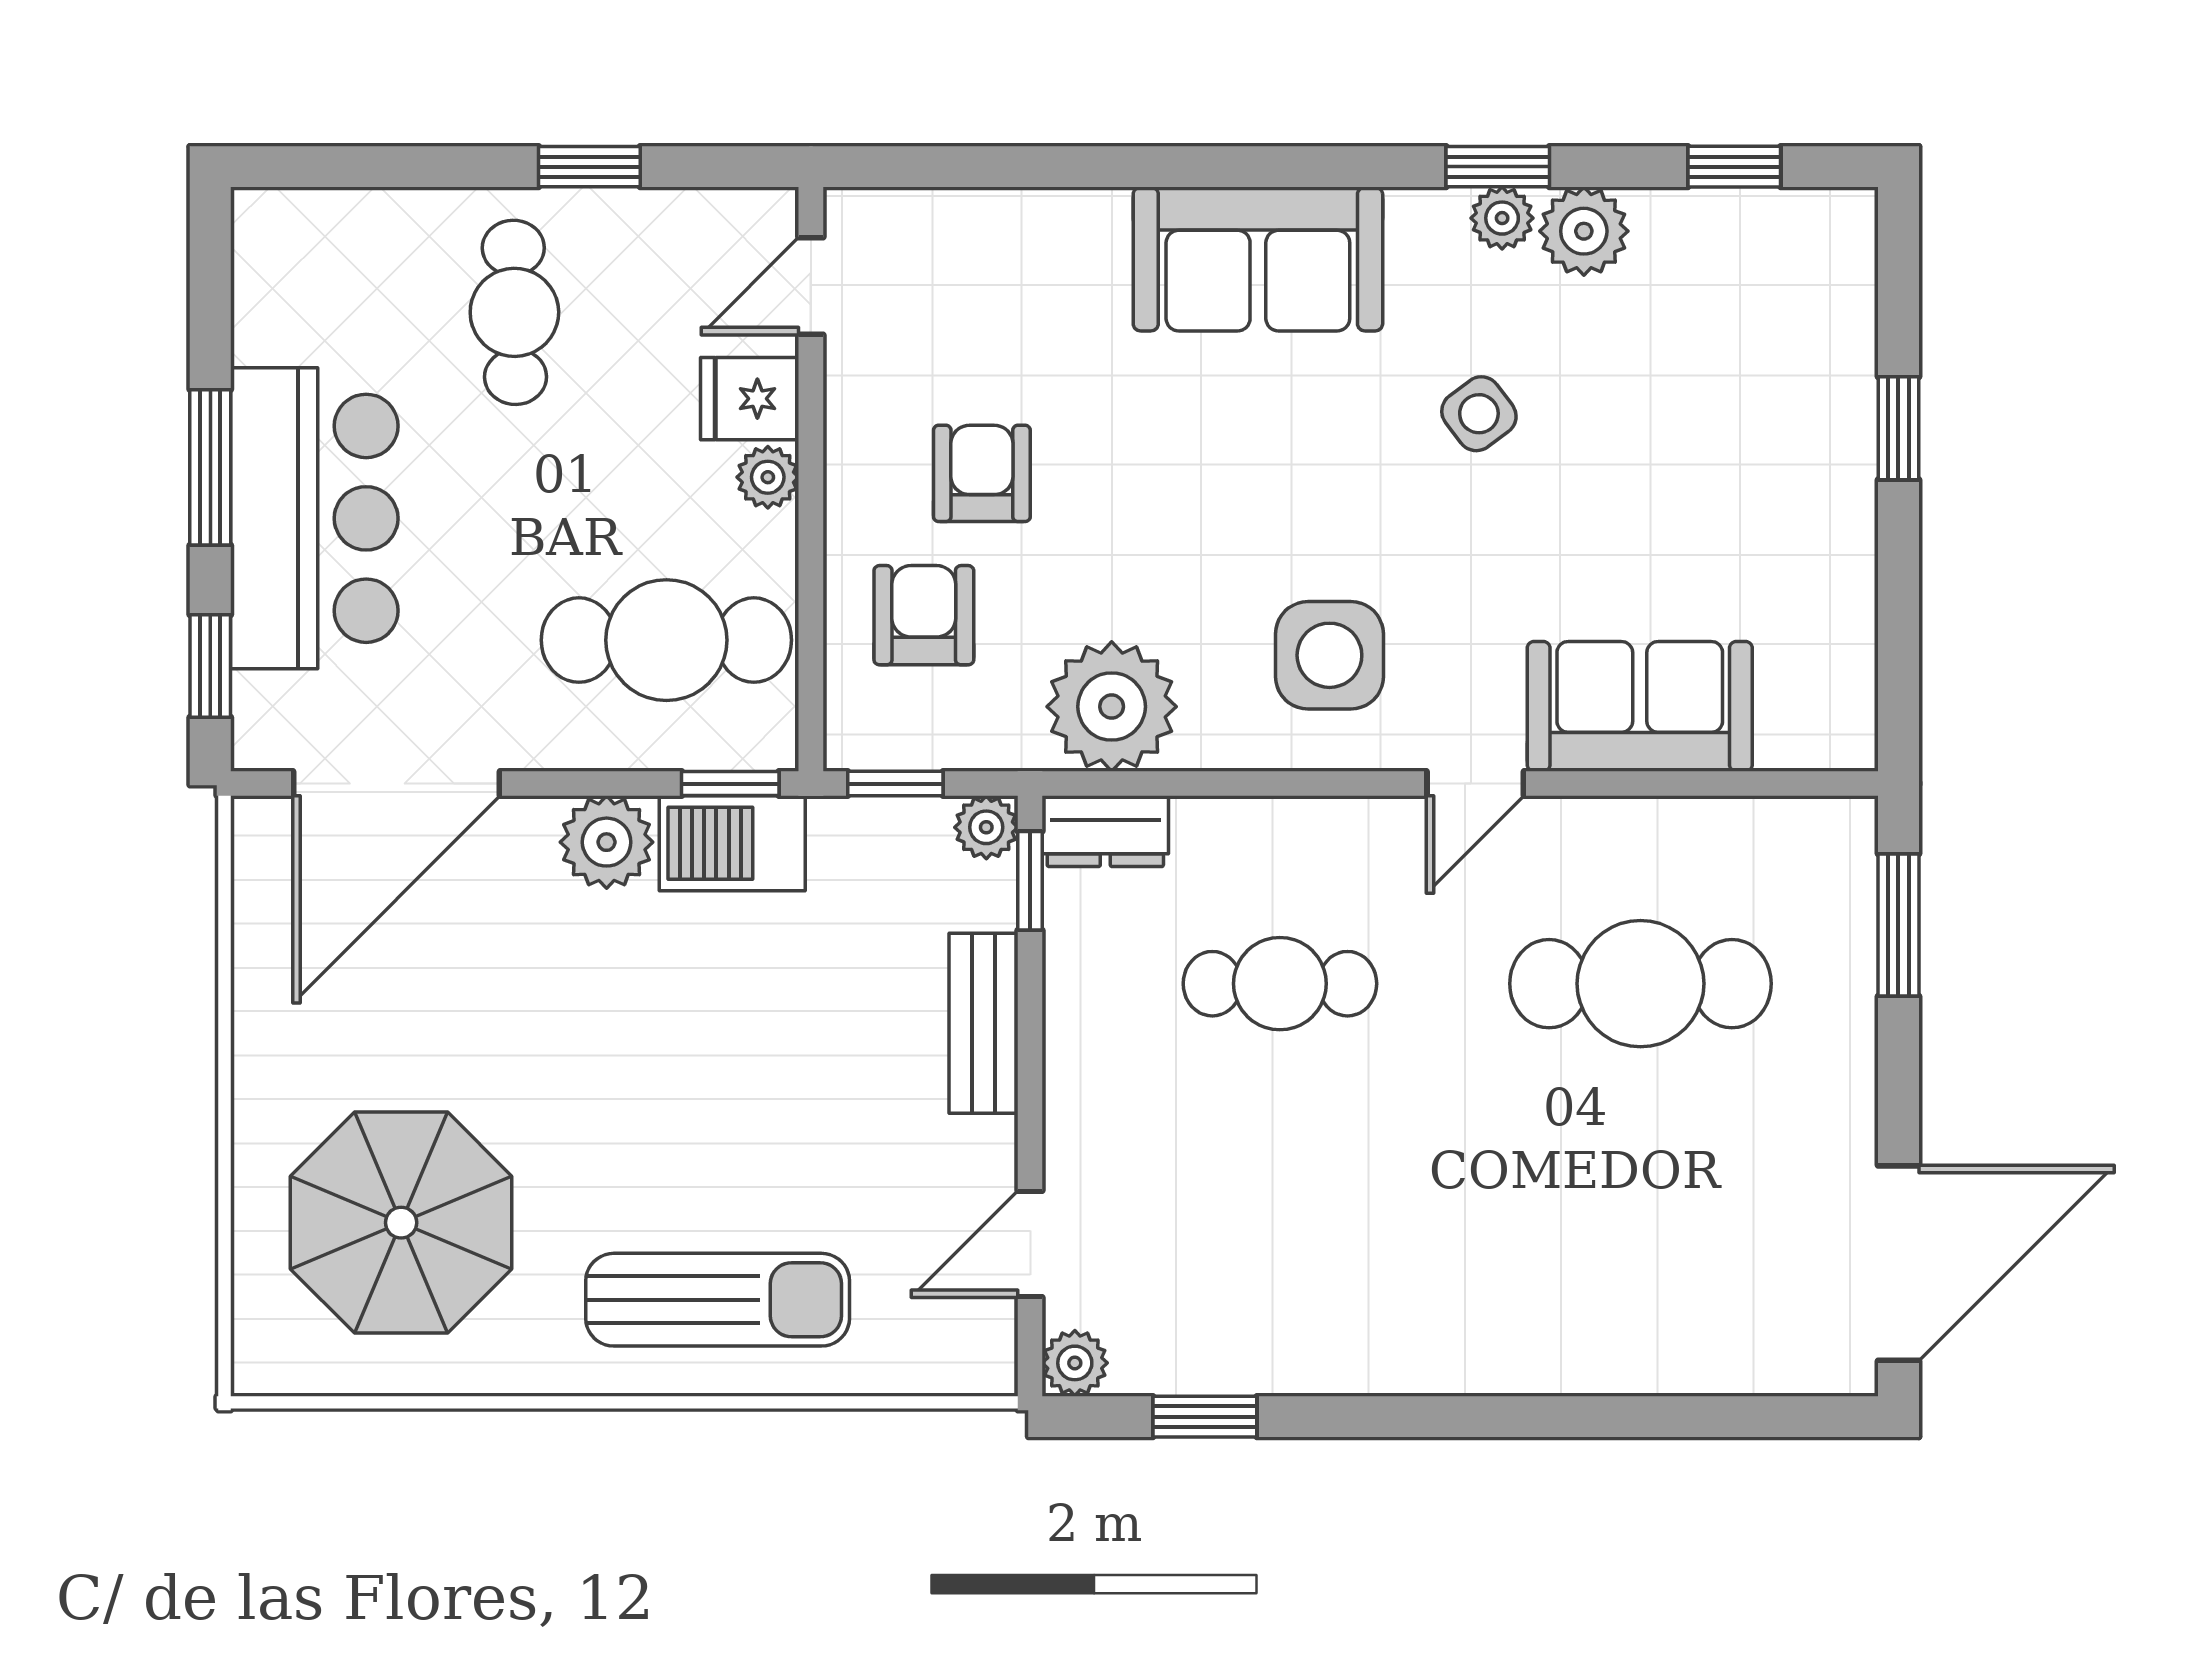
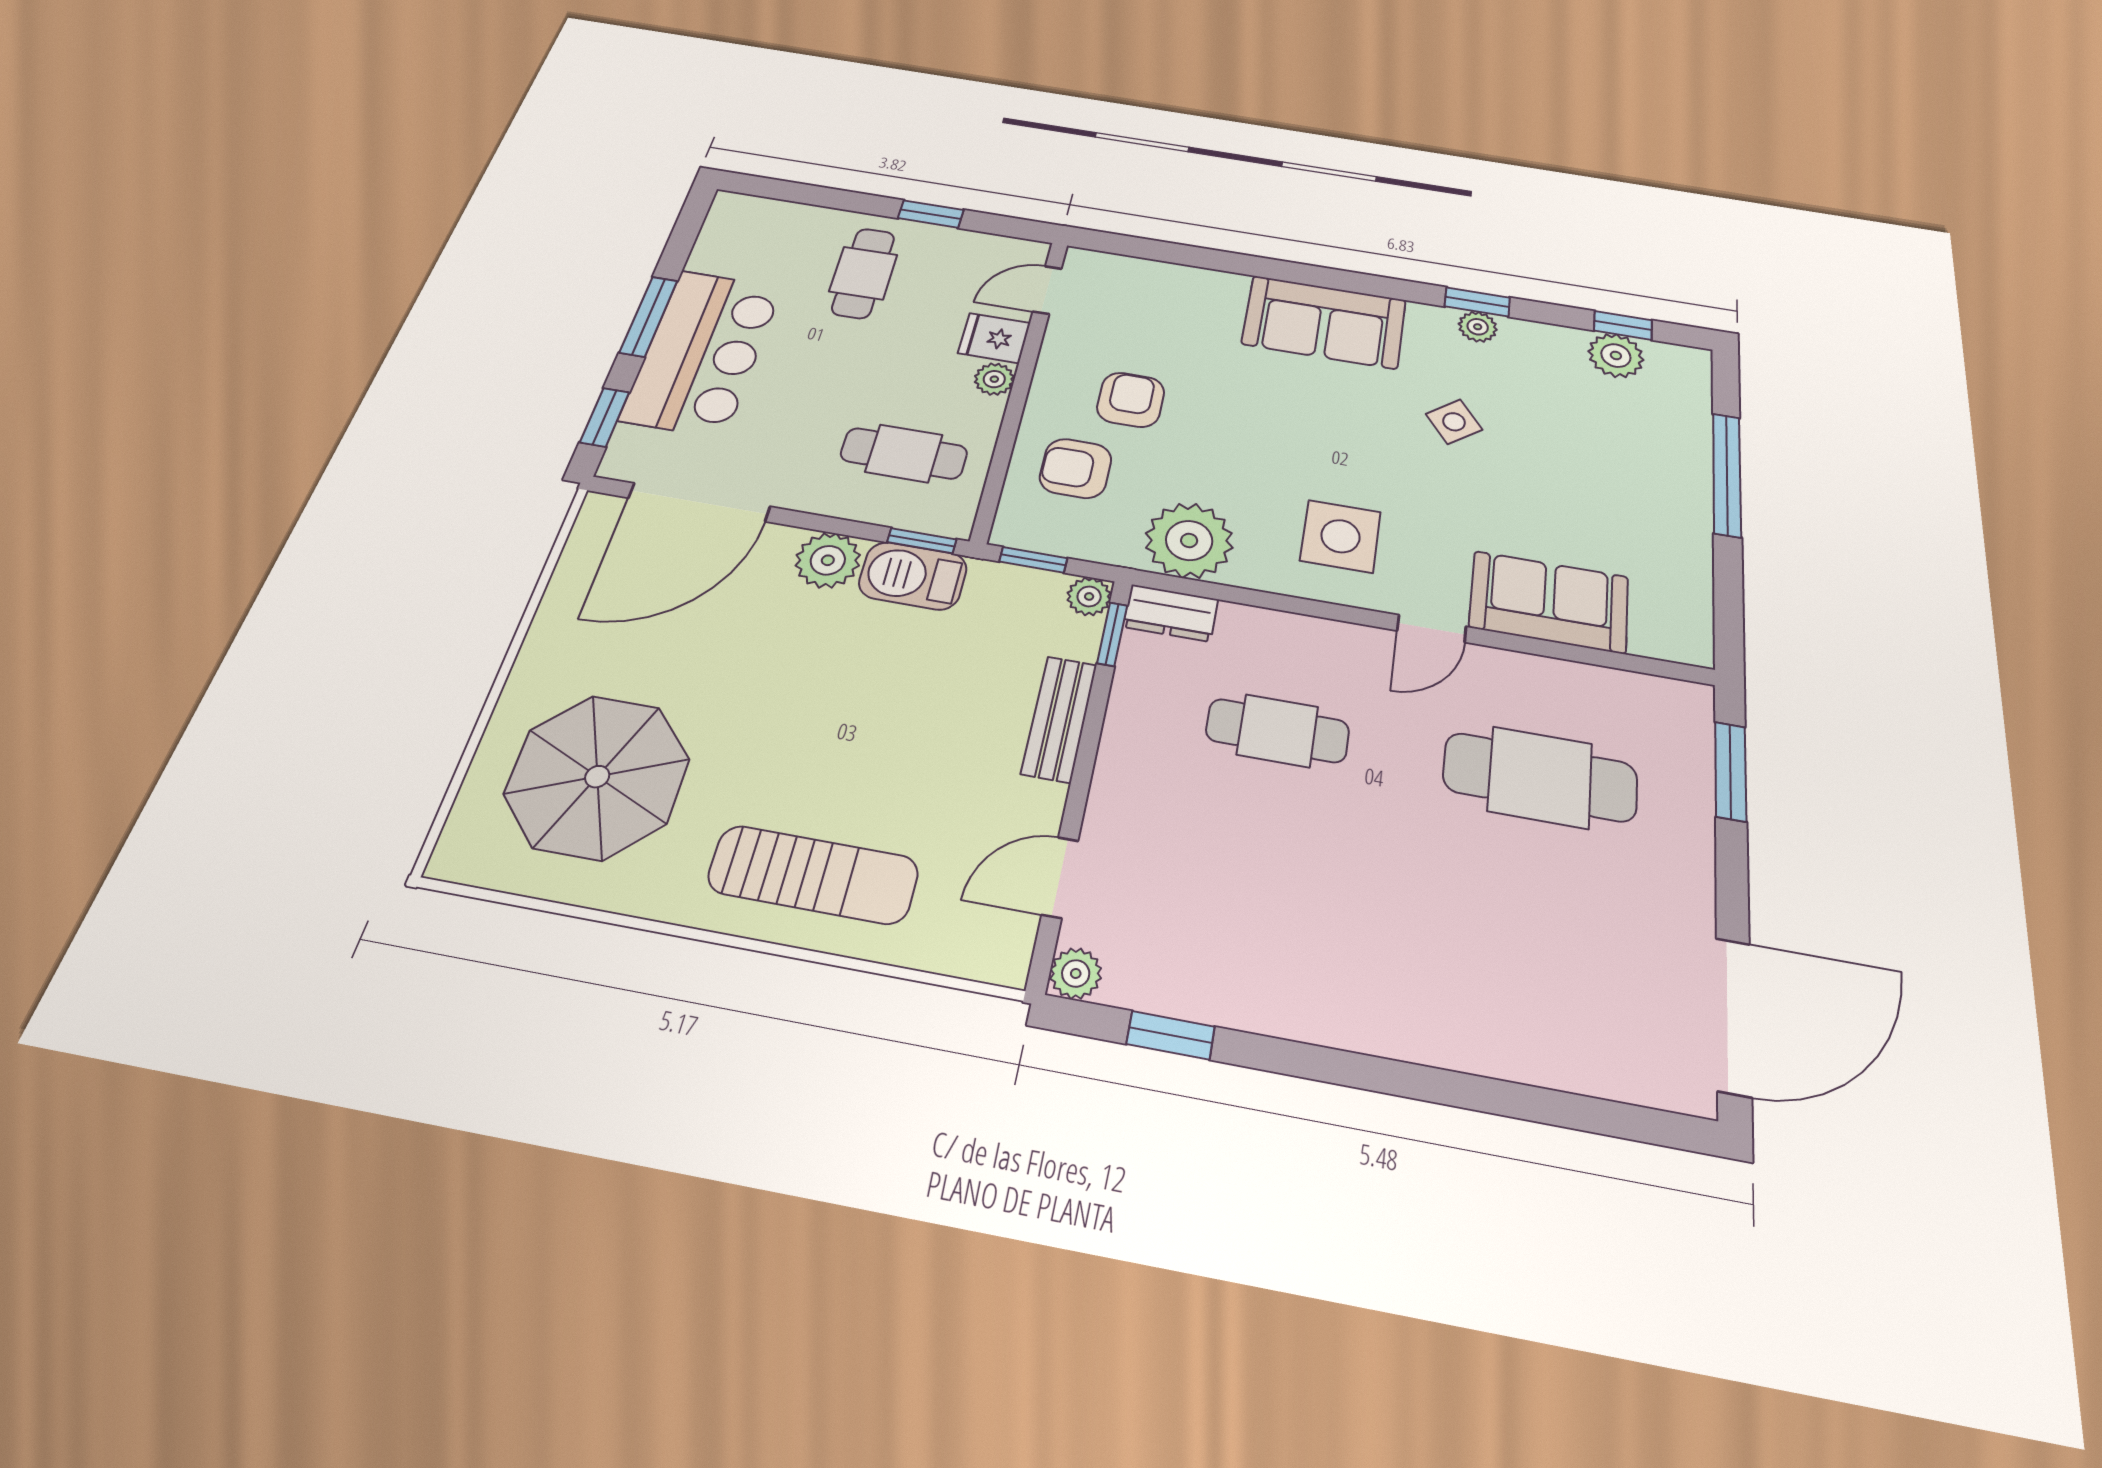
plant: (1584, 231) -> (1616, 356), moved
window: (1898, 428) -> (1727, 475), width x2.17
armchair: (924, 615) -> (1076, 468), turned -90
cafe table: (666, 640) -> (904, 453), width x0.73, depth x0.74

